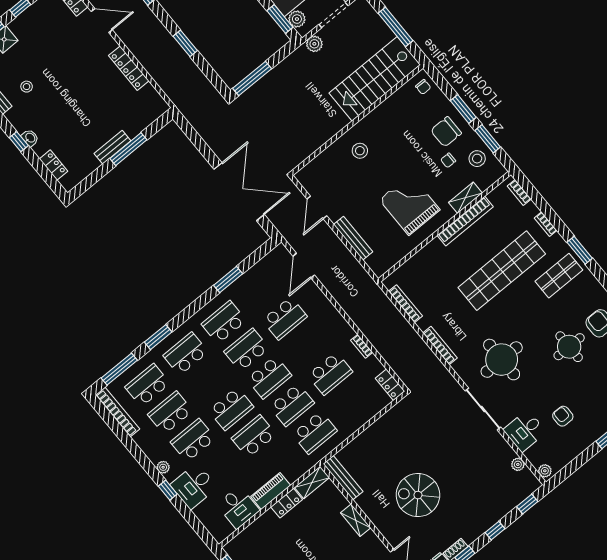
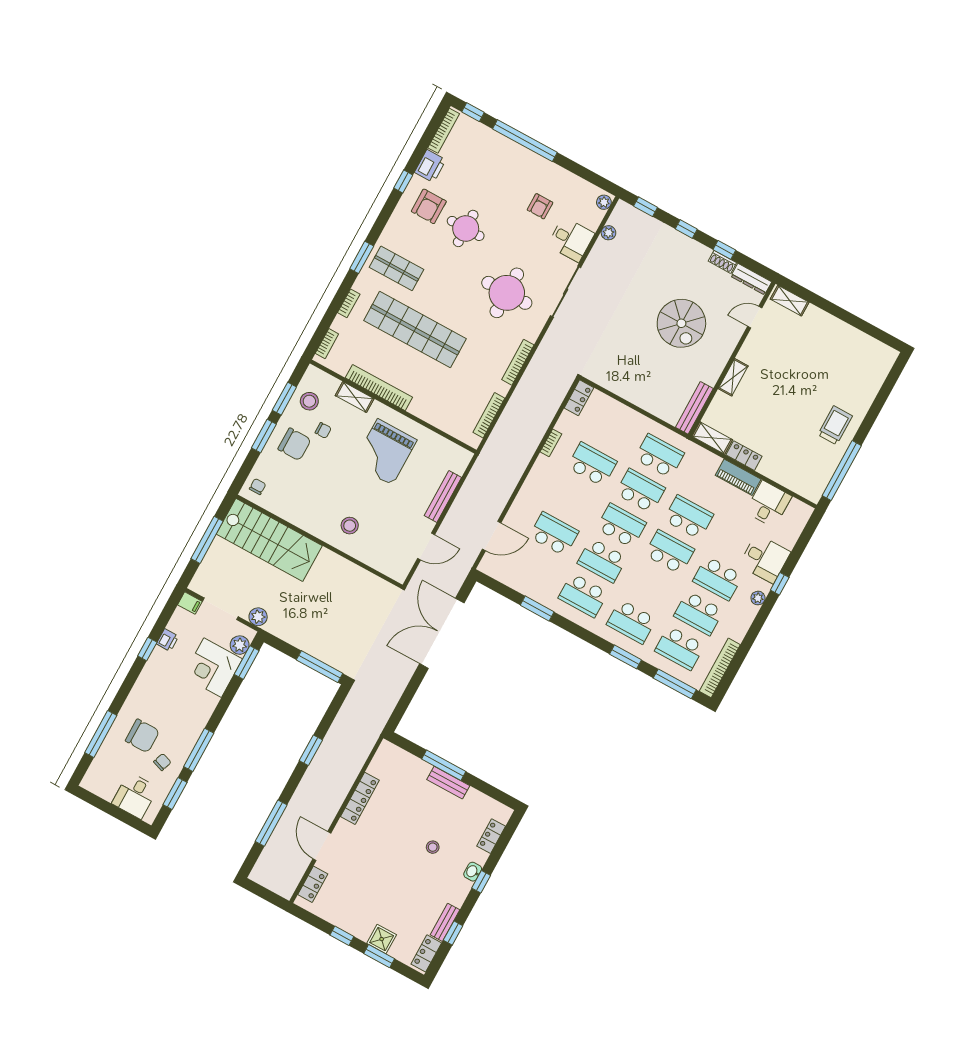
stool: (27, 87) -> (433, 847), moved
school desk: (254, 436) -> (689, 517), turned 180

